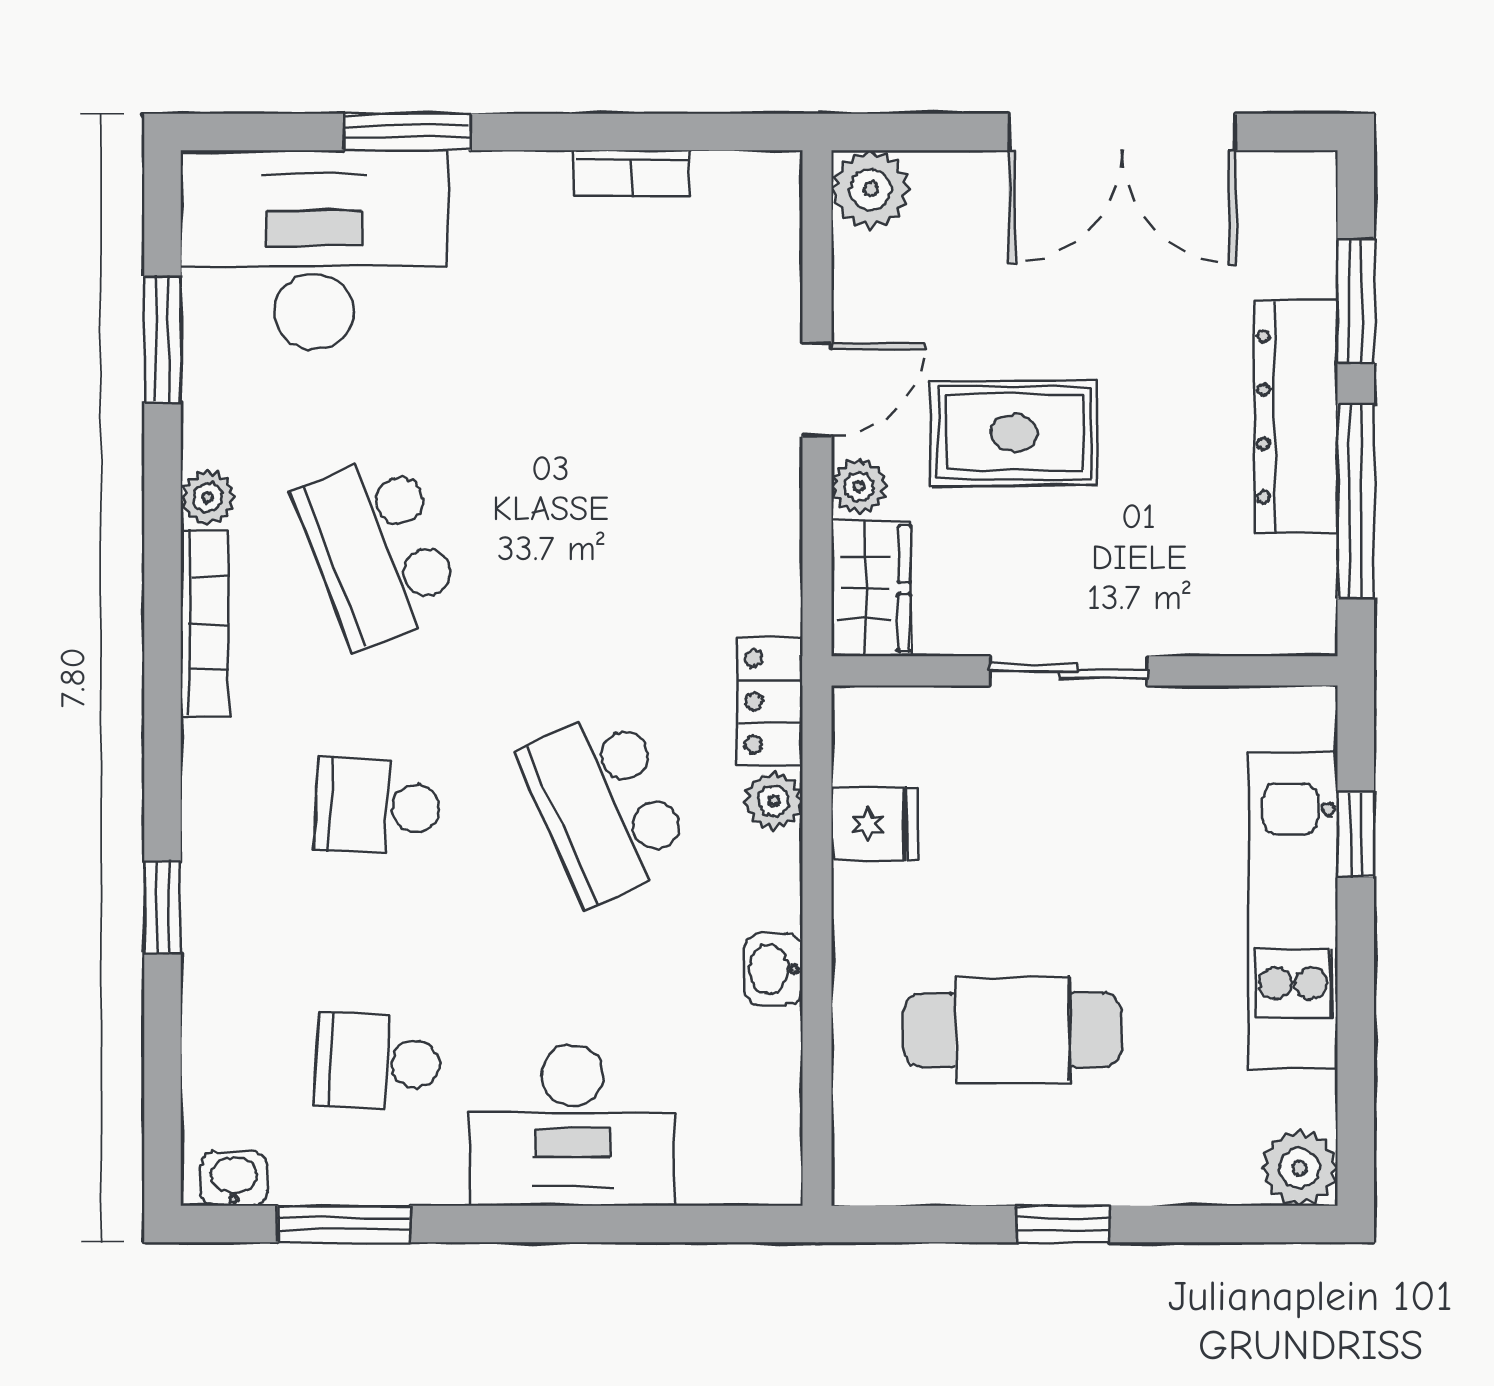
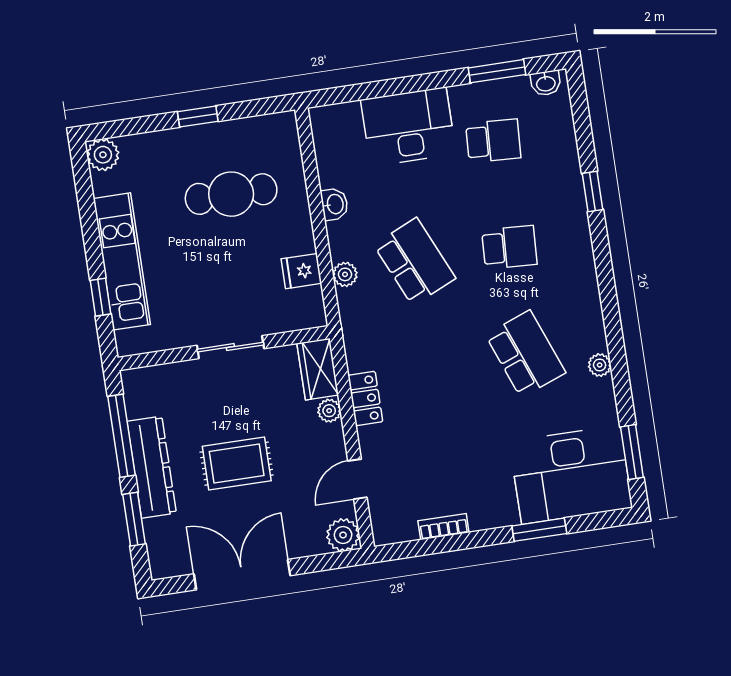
window: (162, 339) -> (632, 452), moved
door: (817, 390) -> (357, 479), moved
rug: (1014, 433) -> (237, 463), moved
bookcase: (204, 623) -> (593, 312), removed
locker: (770, 701) -> (365, 398), moved

